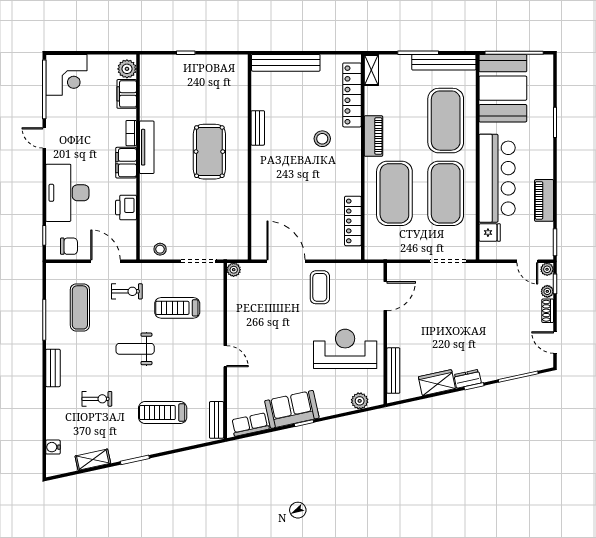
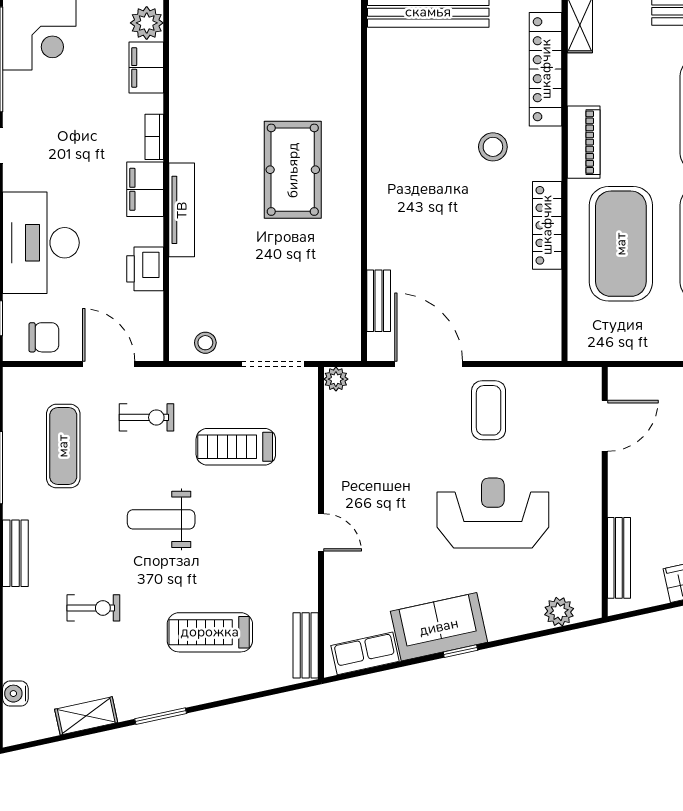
bench: (258, 128) -> (379, 301), moved
tv unit: (147, 147) -> (182, 210), moved
locker: (353, 221) -> (547, 225), moved
reception desk: (345, 349) -> (493, 513), moved

